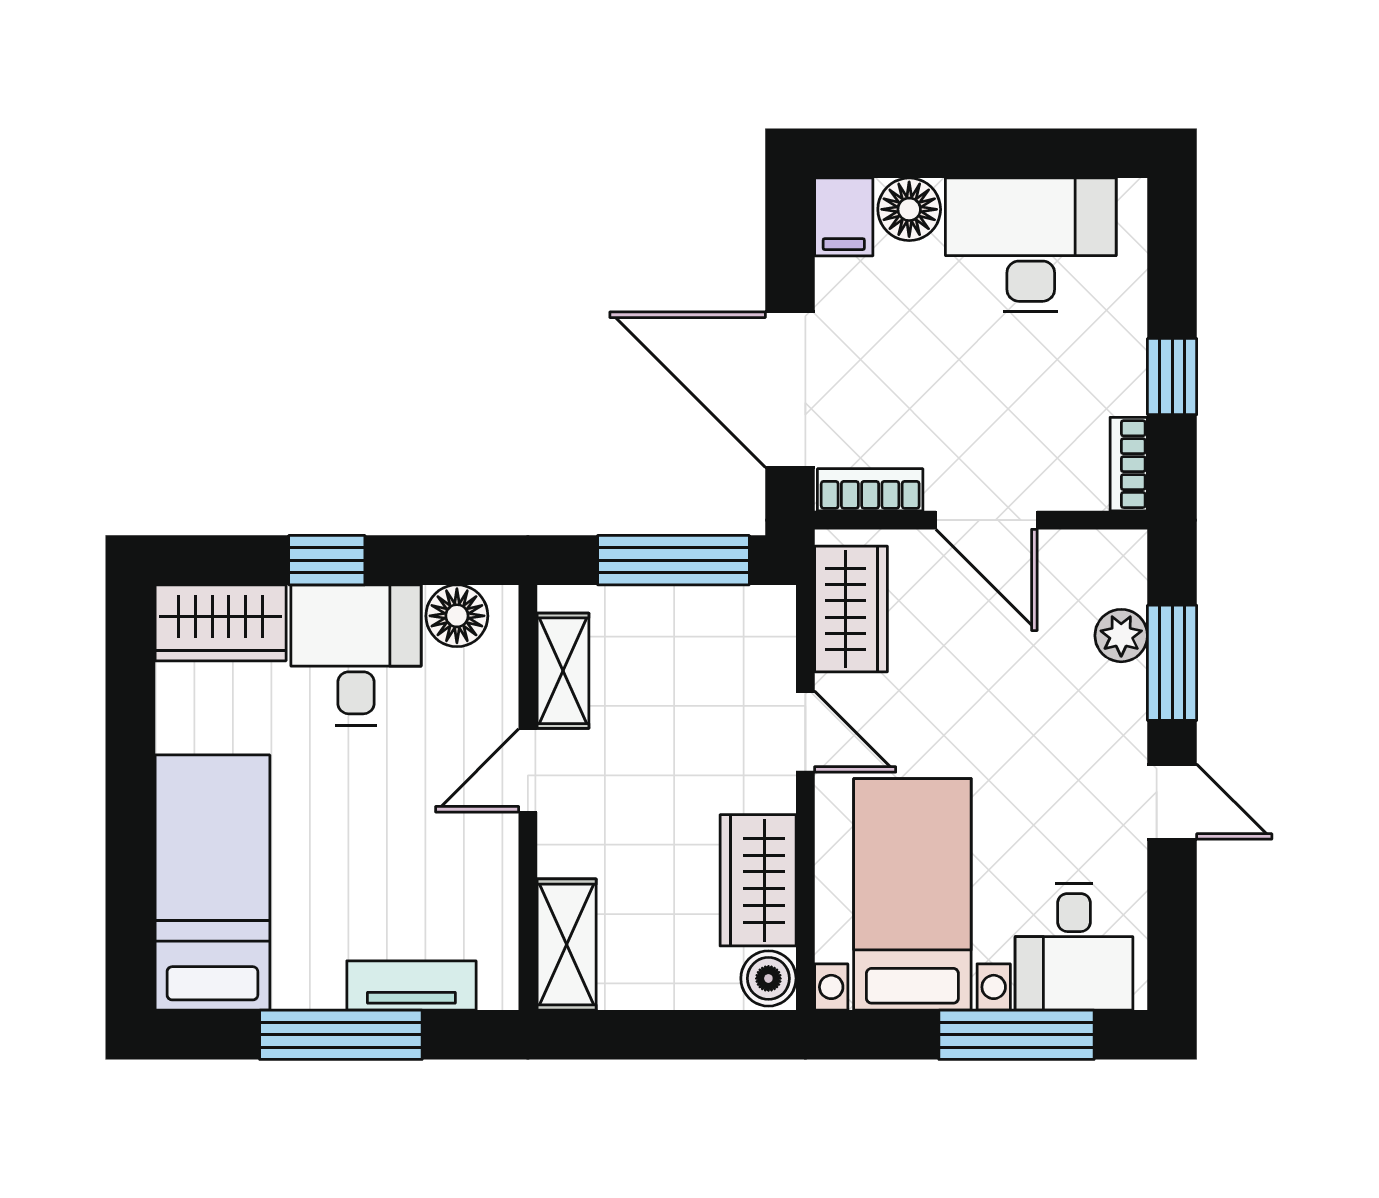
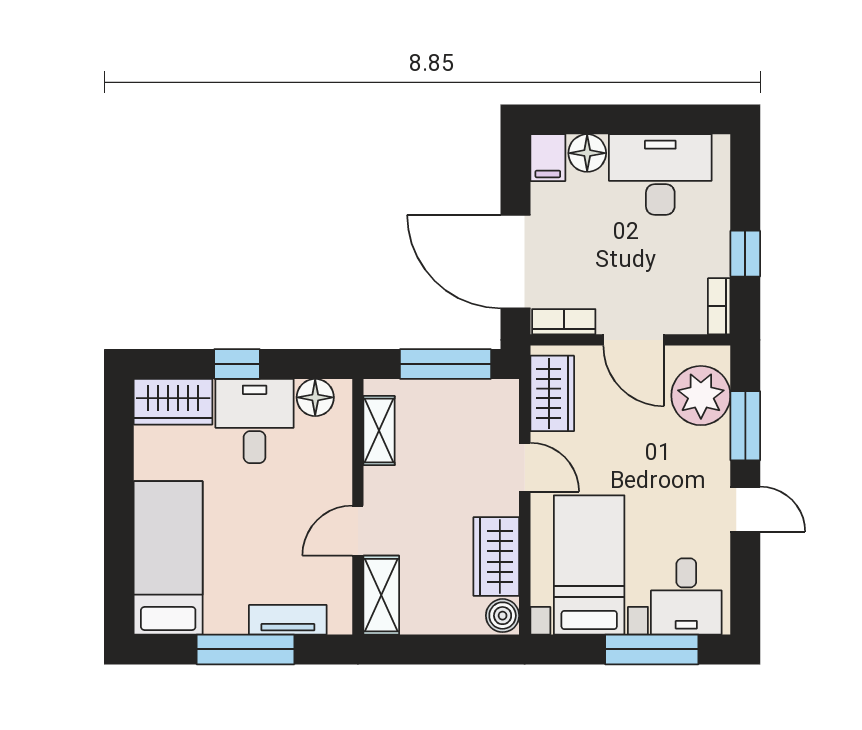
plant: (1121, 636) -> (701, 396), width x1.87, depth x1.87
door: (528, 770) -> (358, 531), moved

